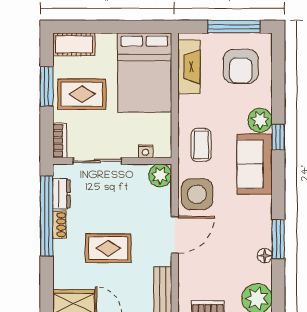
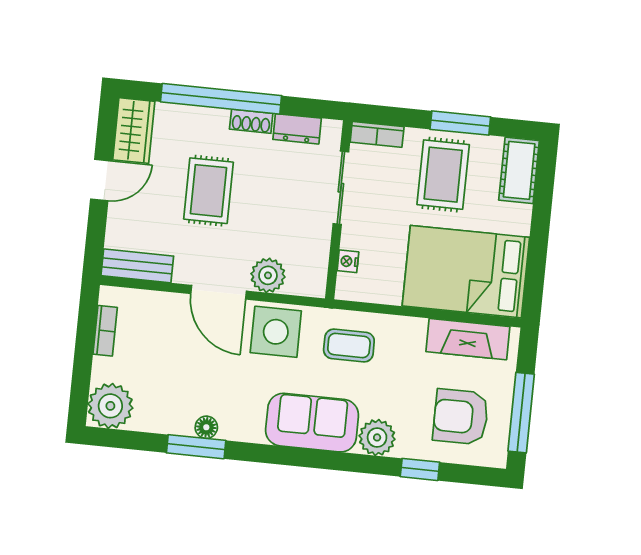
window: (278, 137) -> (420, 469), moved
plant: (160, 175) -> (268, 275), moved
window: (47, 216) -> (221, 99), moved
floor lamp: (265, 256) -> (206, 427), moved

